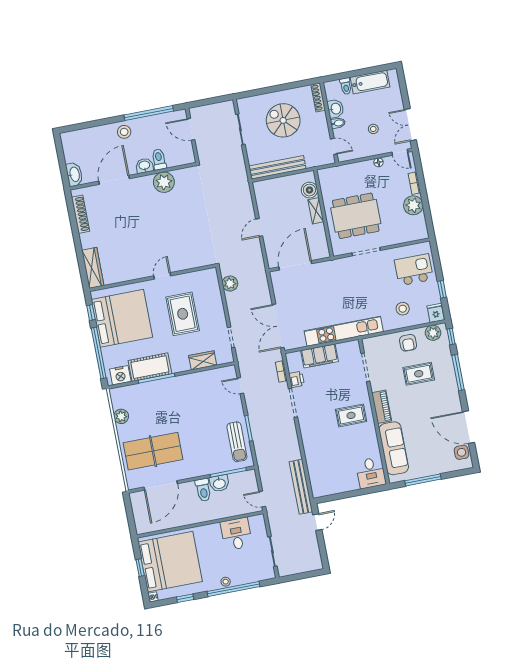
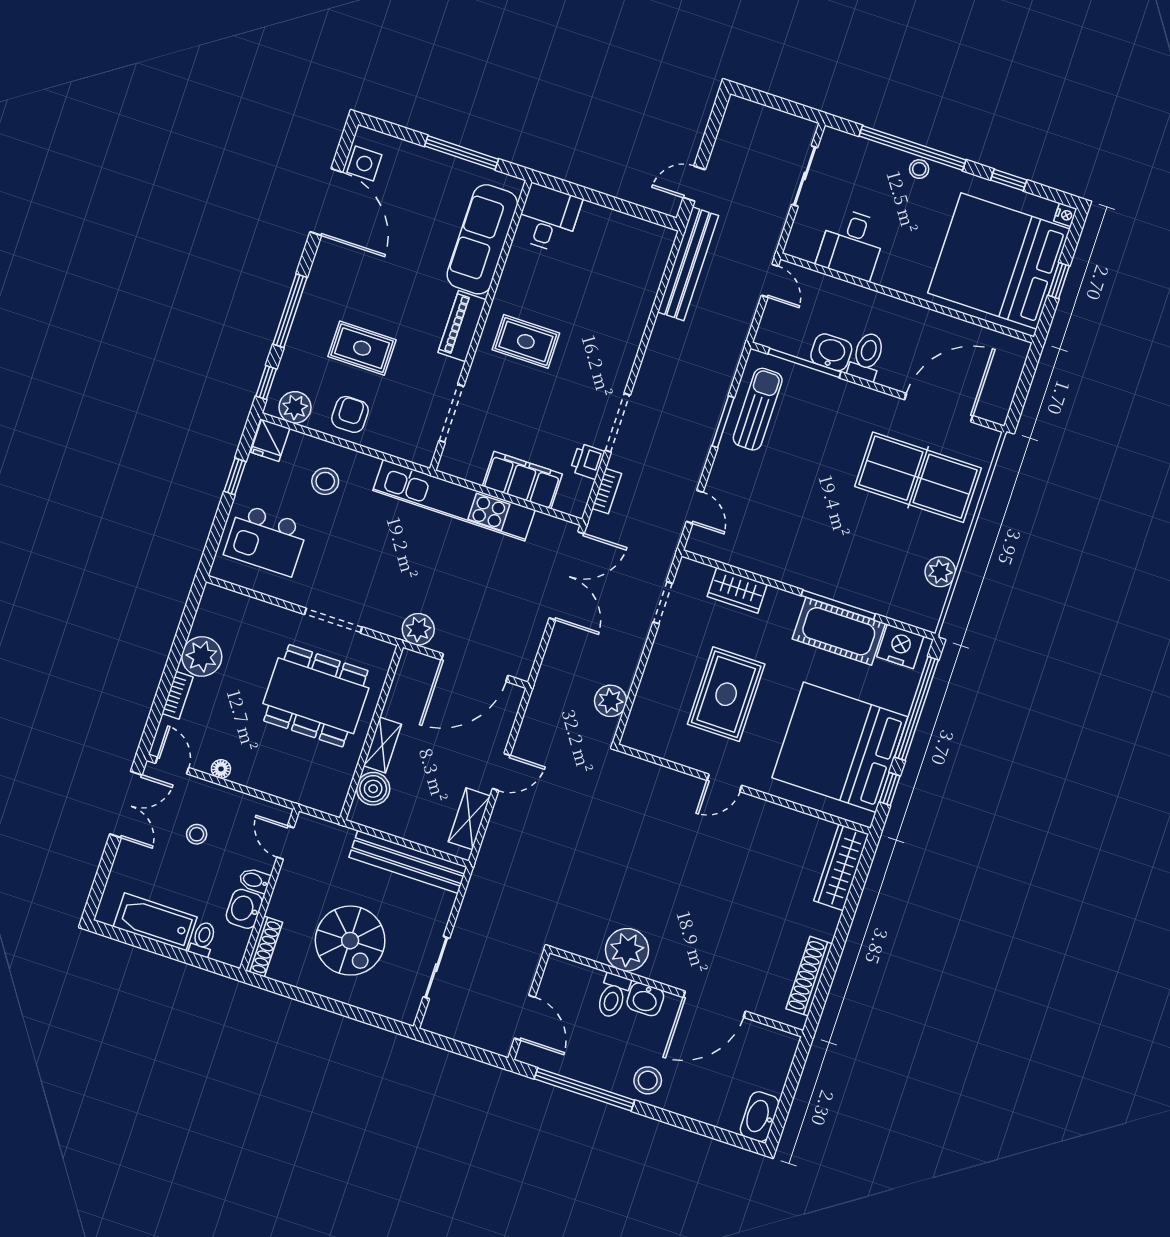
washbasin: (74, 174) -> (759, 1117), moved
shelving: (262, 200) -> (469, 819), added
plant: (328, 268) -> (418, 629), added

